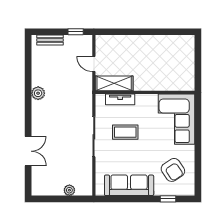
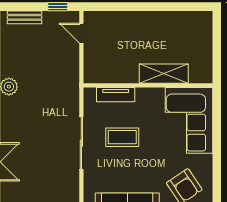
door: (94, 64) -> (81, 33), moved
shelving: (114, 83) -> (164, 74), moved

